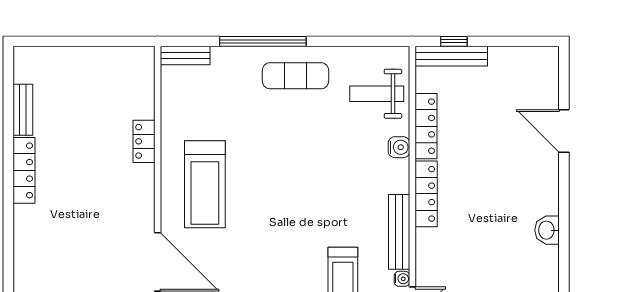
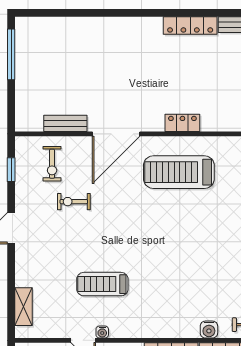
locker: (144, 141) -> (182, 123), moved
bench: (399, 232) -> (140, 330), removed

